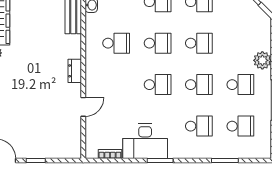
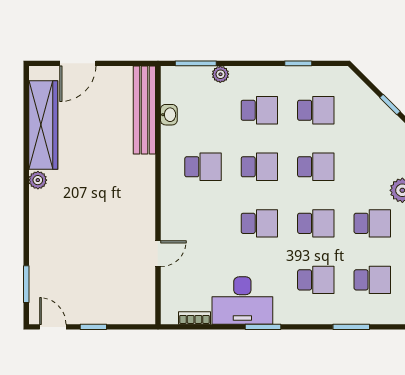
dresser: (75, 71) -> (146, 205), removed

